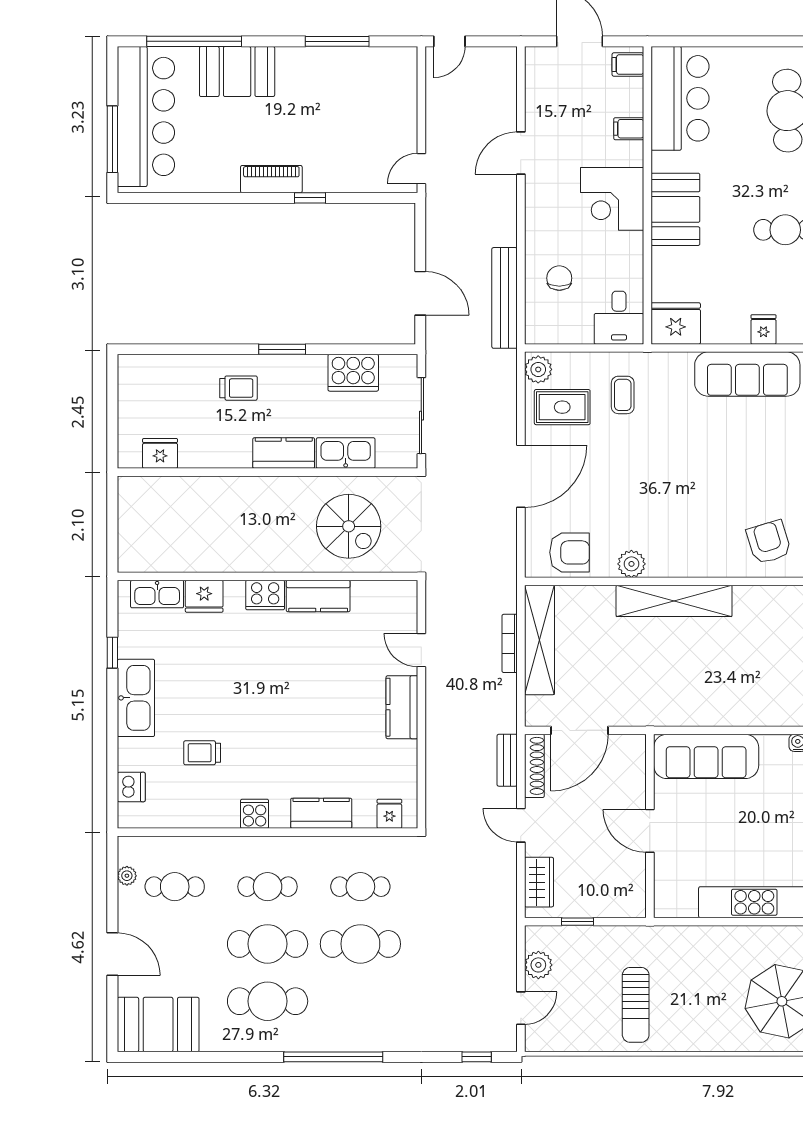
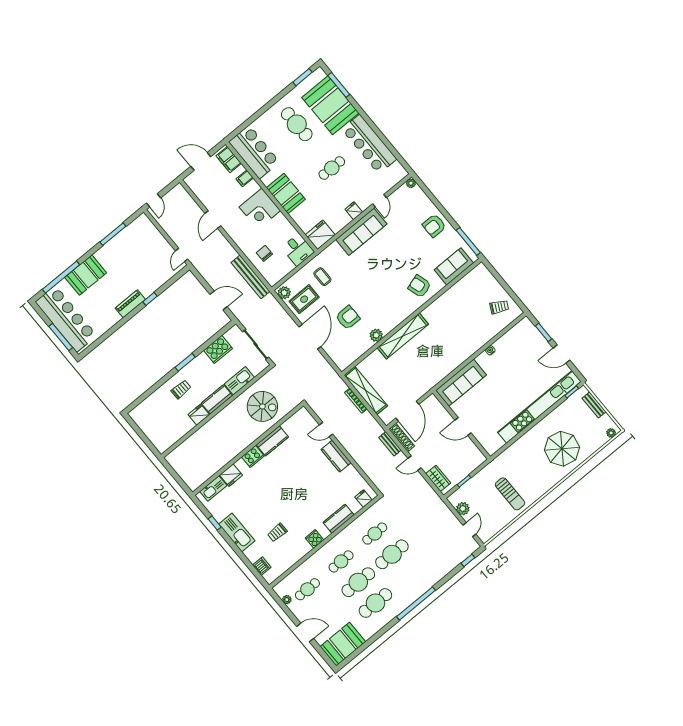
filing cabinet: (628, 64) -> (229, 160), width x2.00
fridge: (160, 453) -> (199, 415), moved
armchair: (570, 552) -> (348, 318), moved

